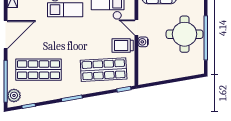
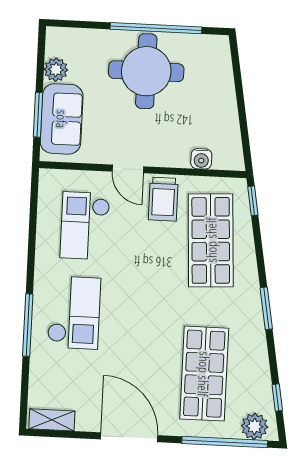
door: (136, 28) -> (128, 169), hinge flipped
water cooler: (143, 42) -> (201, 159), moved

